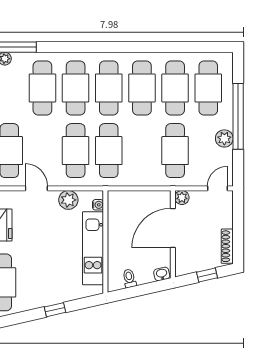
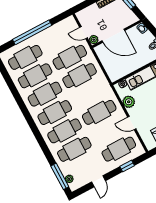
plant: (224, 138) -> (48, 34), removed
cafe table: (109, 151) -> (80, 76), moved
door: (36, 188) -> (132, 123), hinge flipped
door: (217, 188) -> (84, 33), moved

